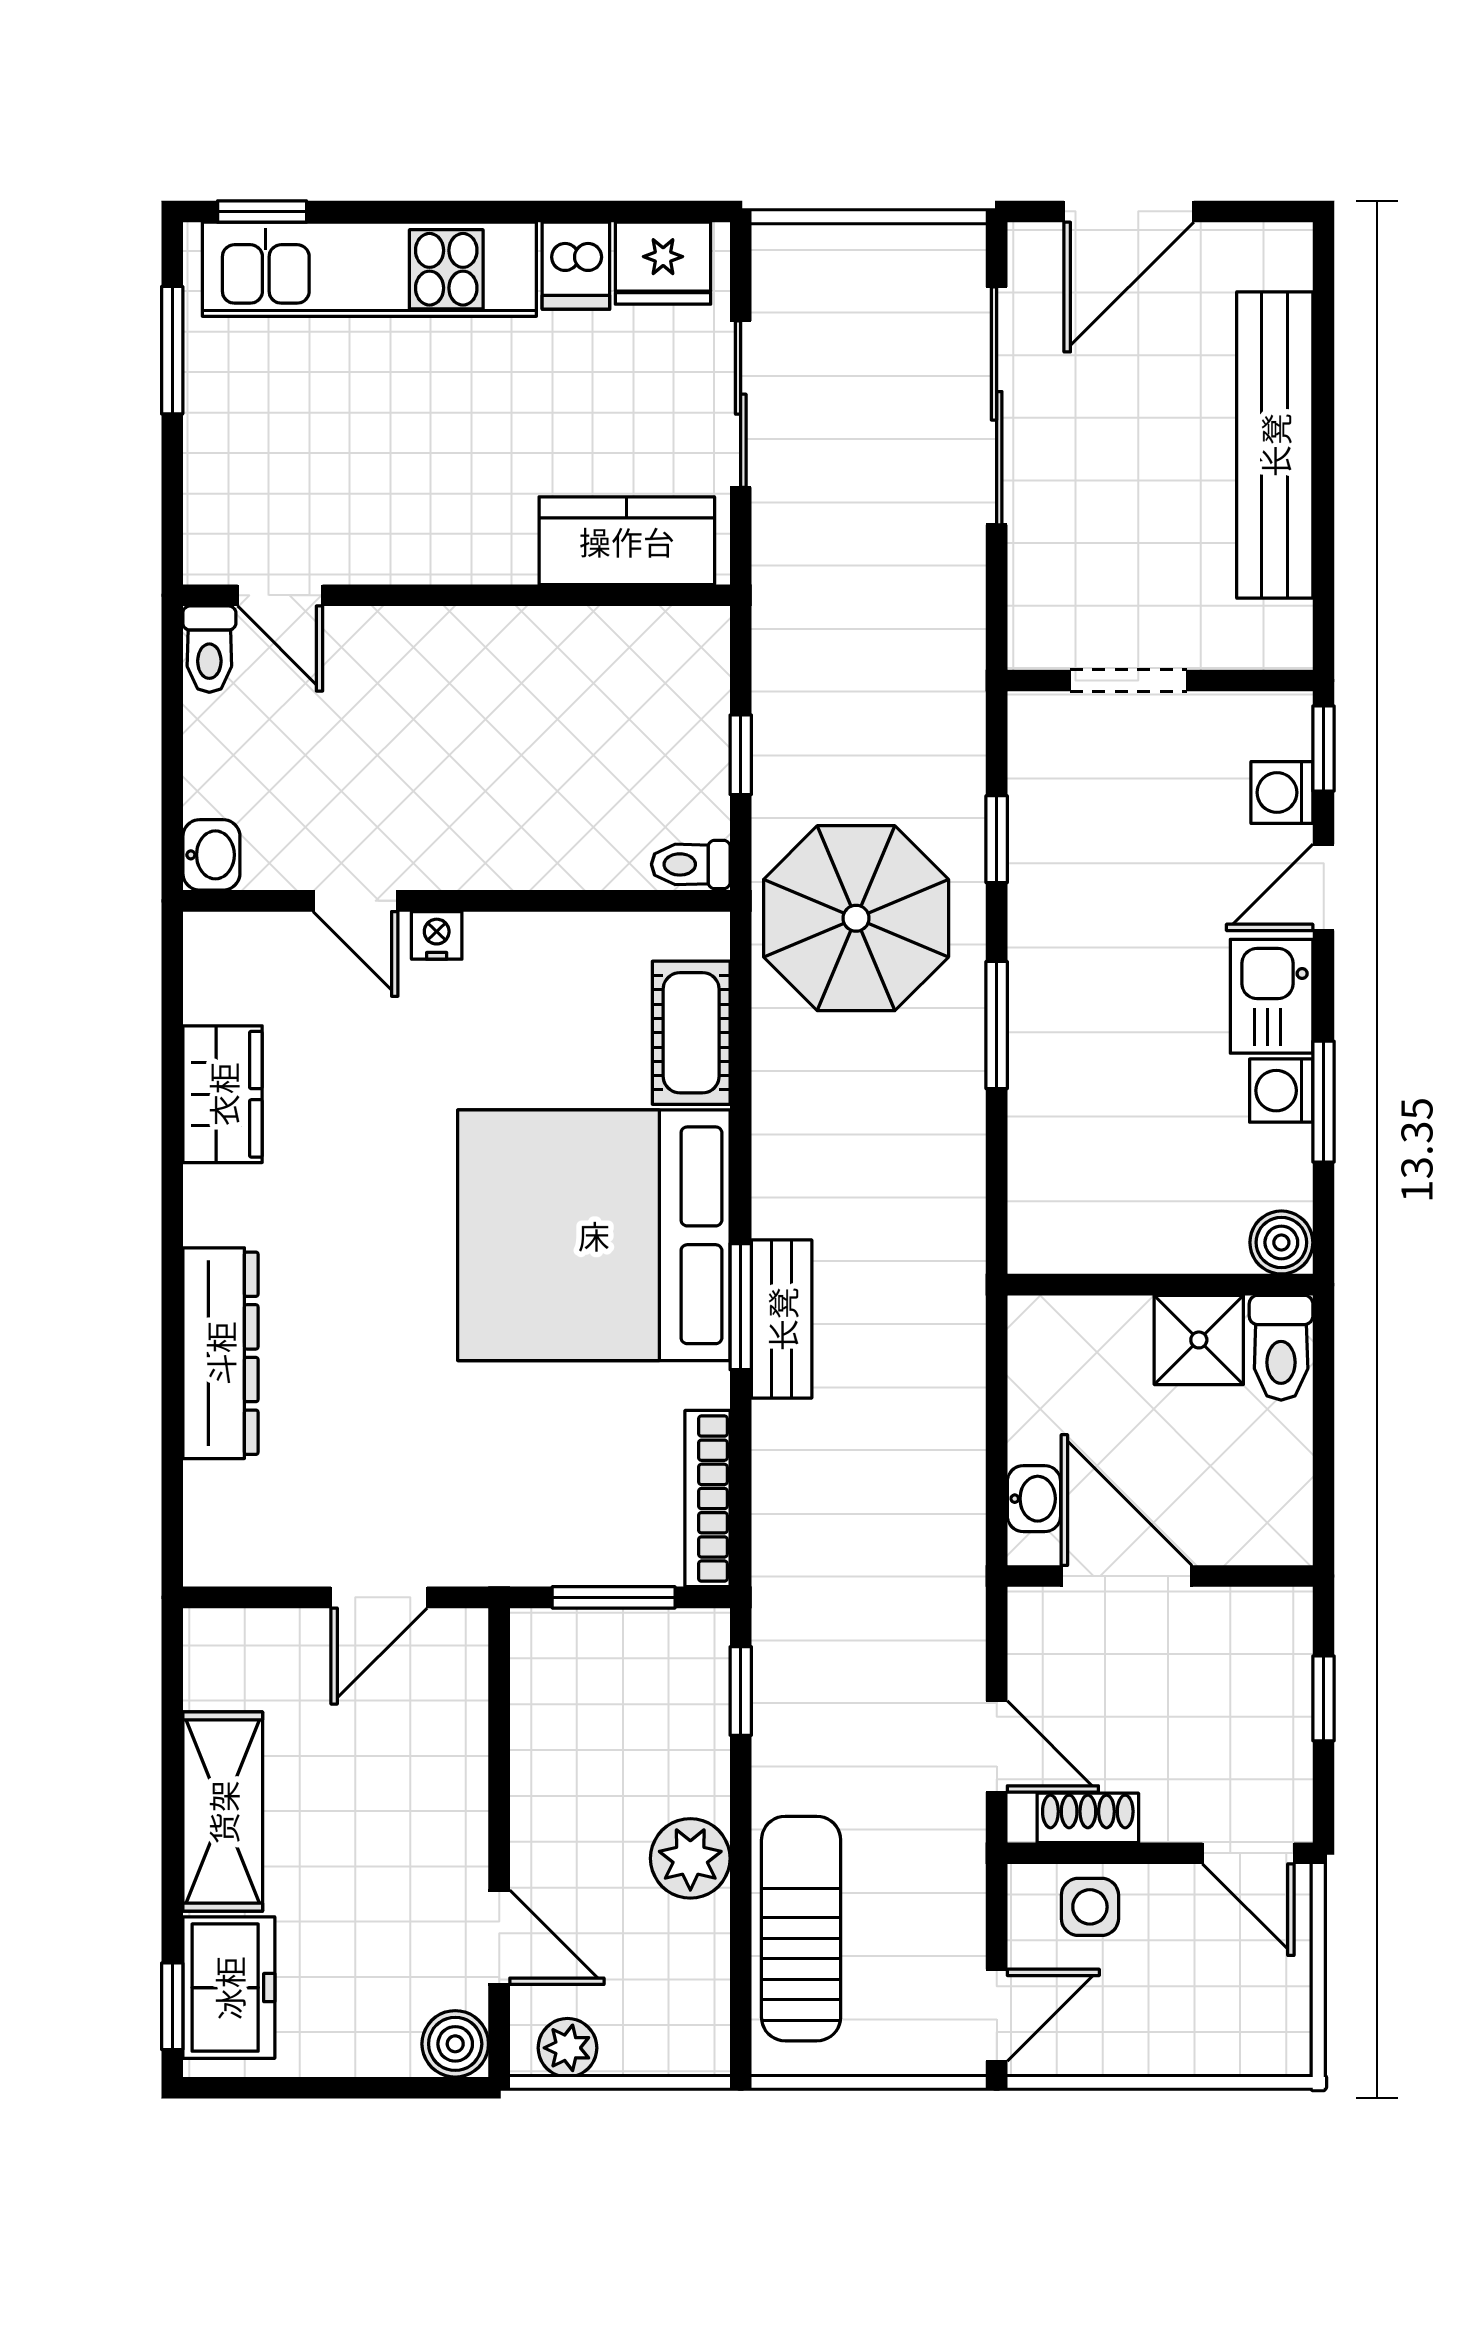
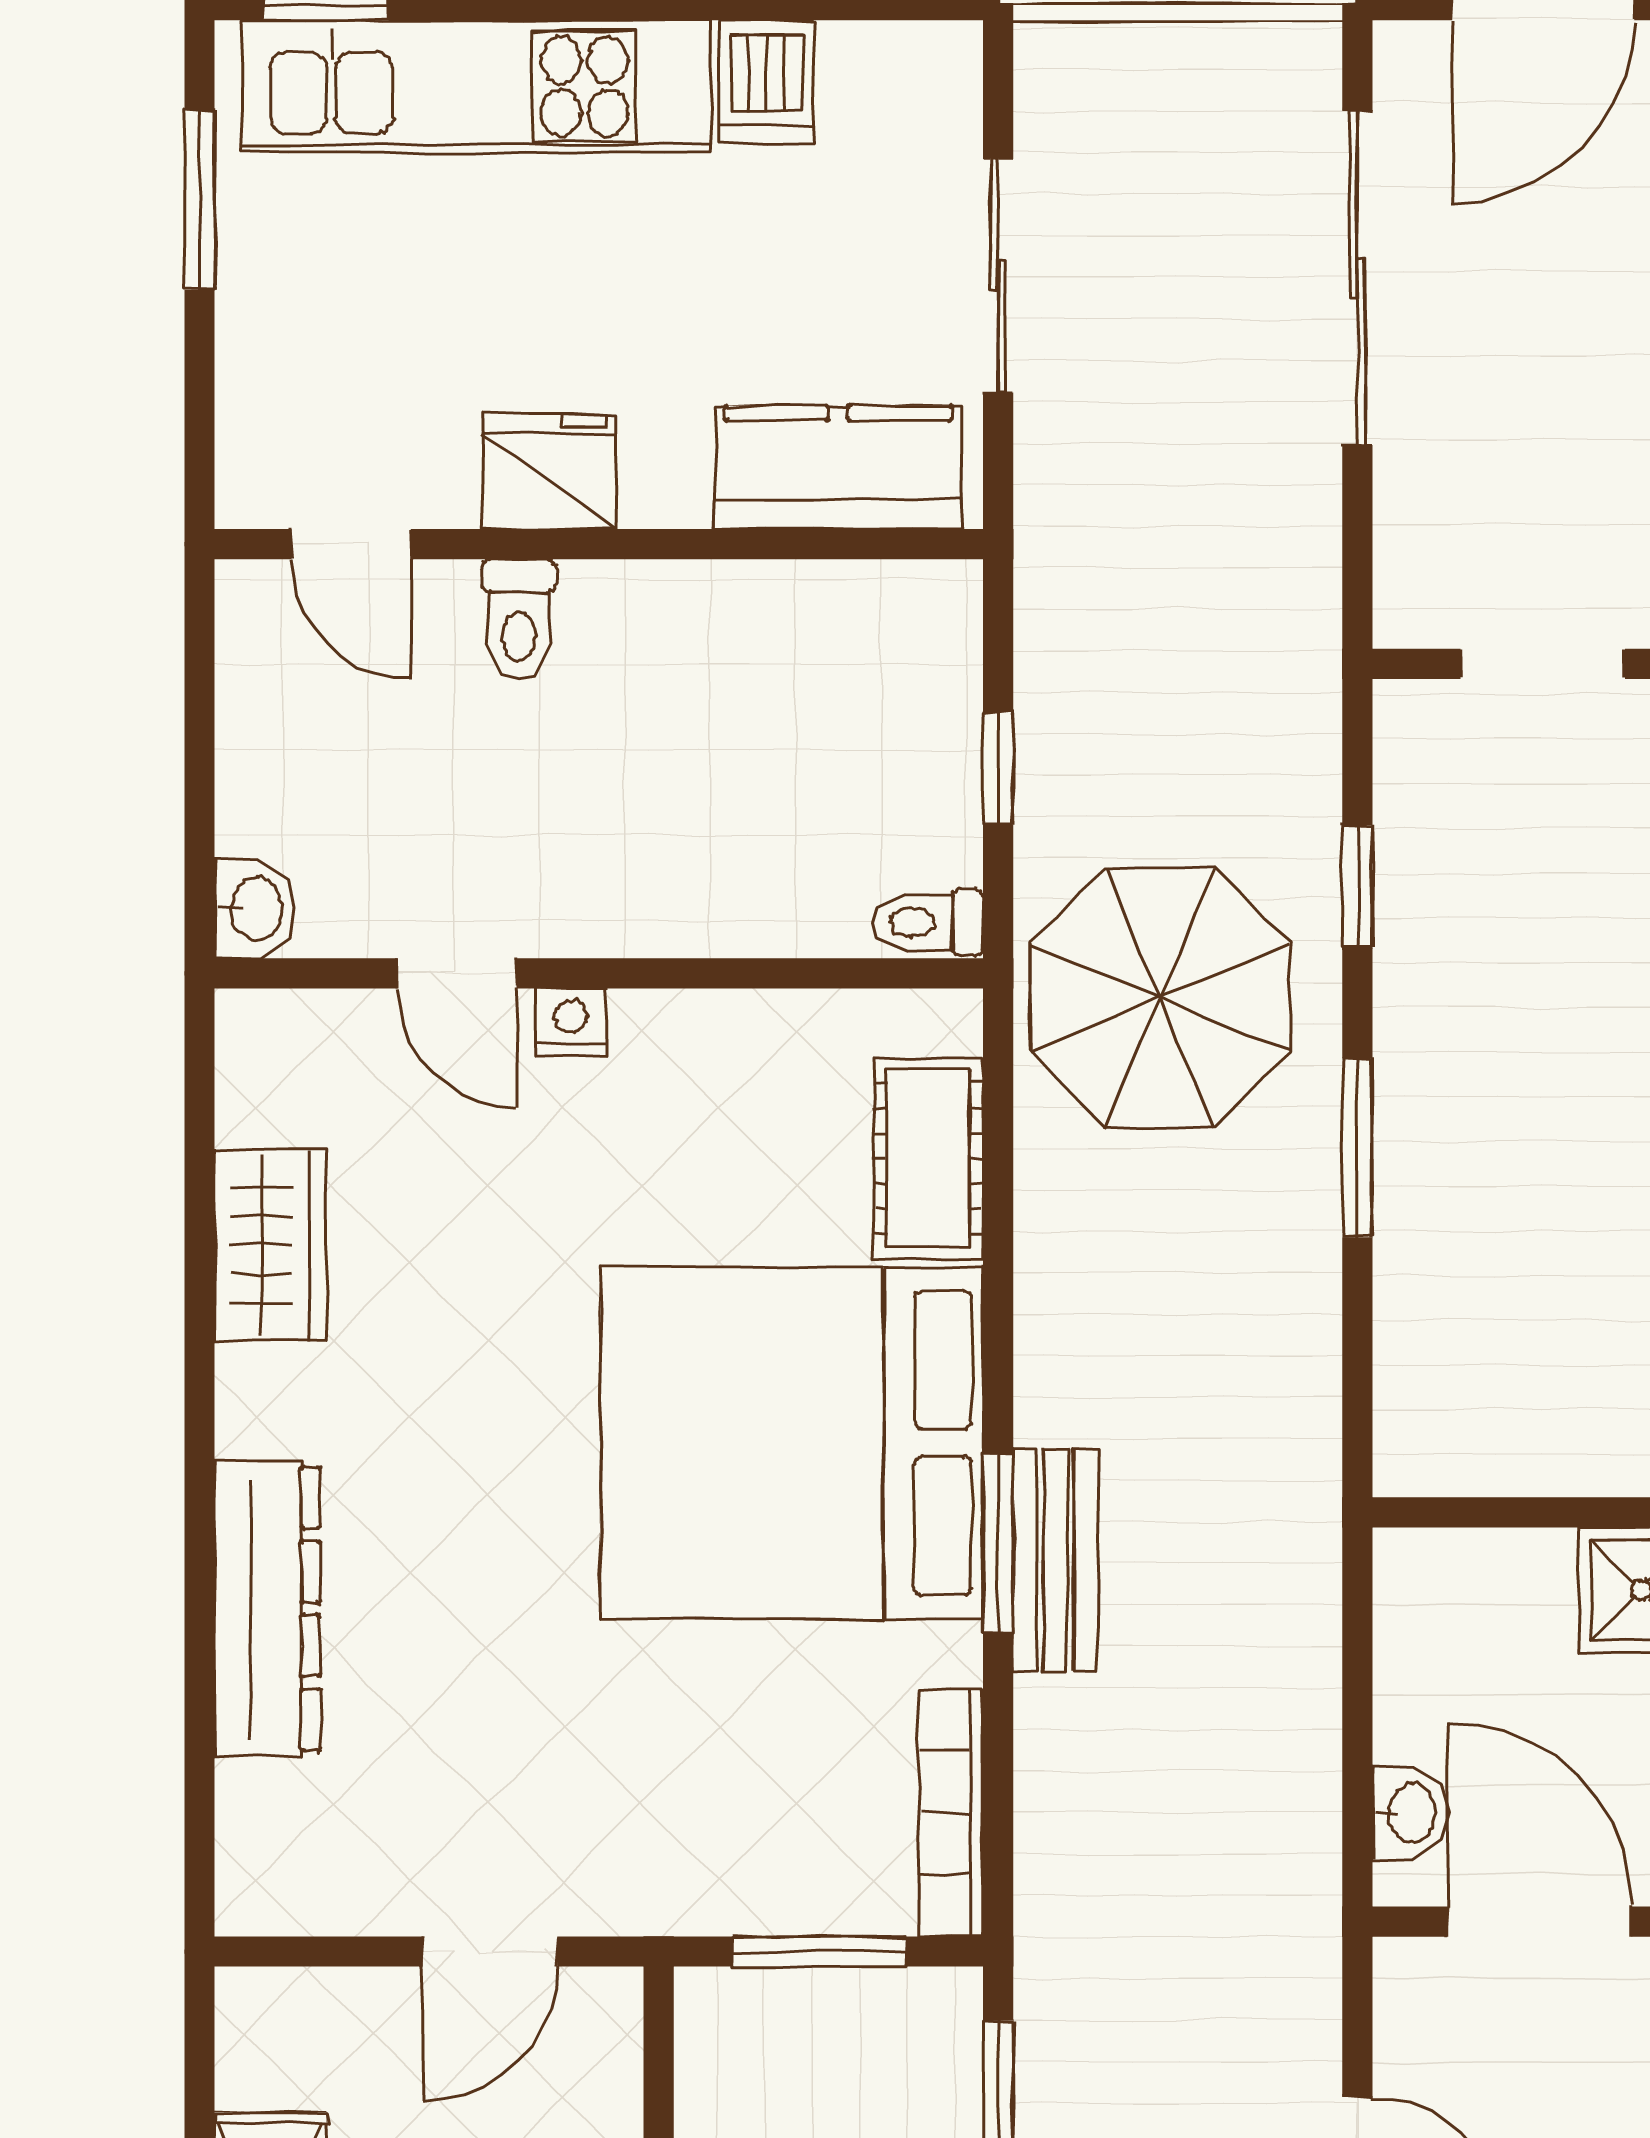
fridge: (663, 263) -> (550, 471), moved, turned 180
toilet: (209, 649) -> (519, 620), moved

